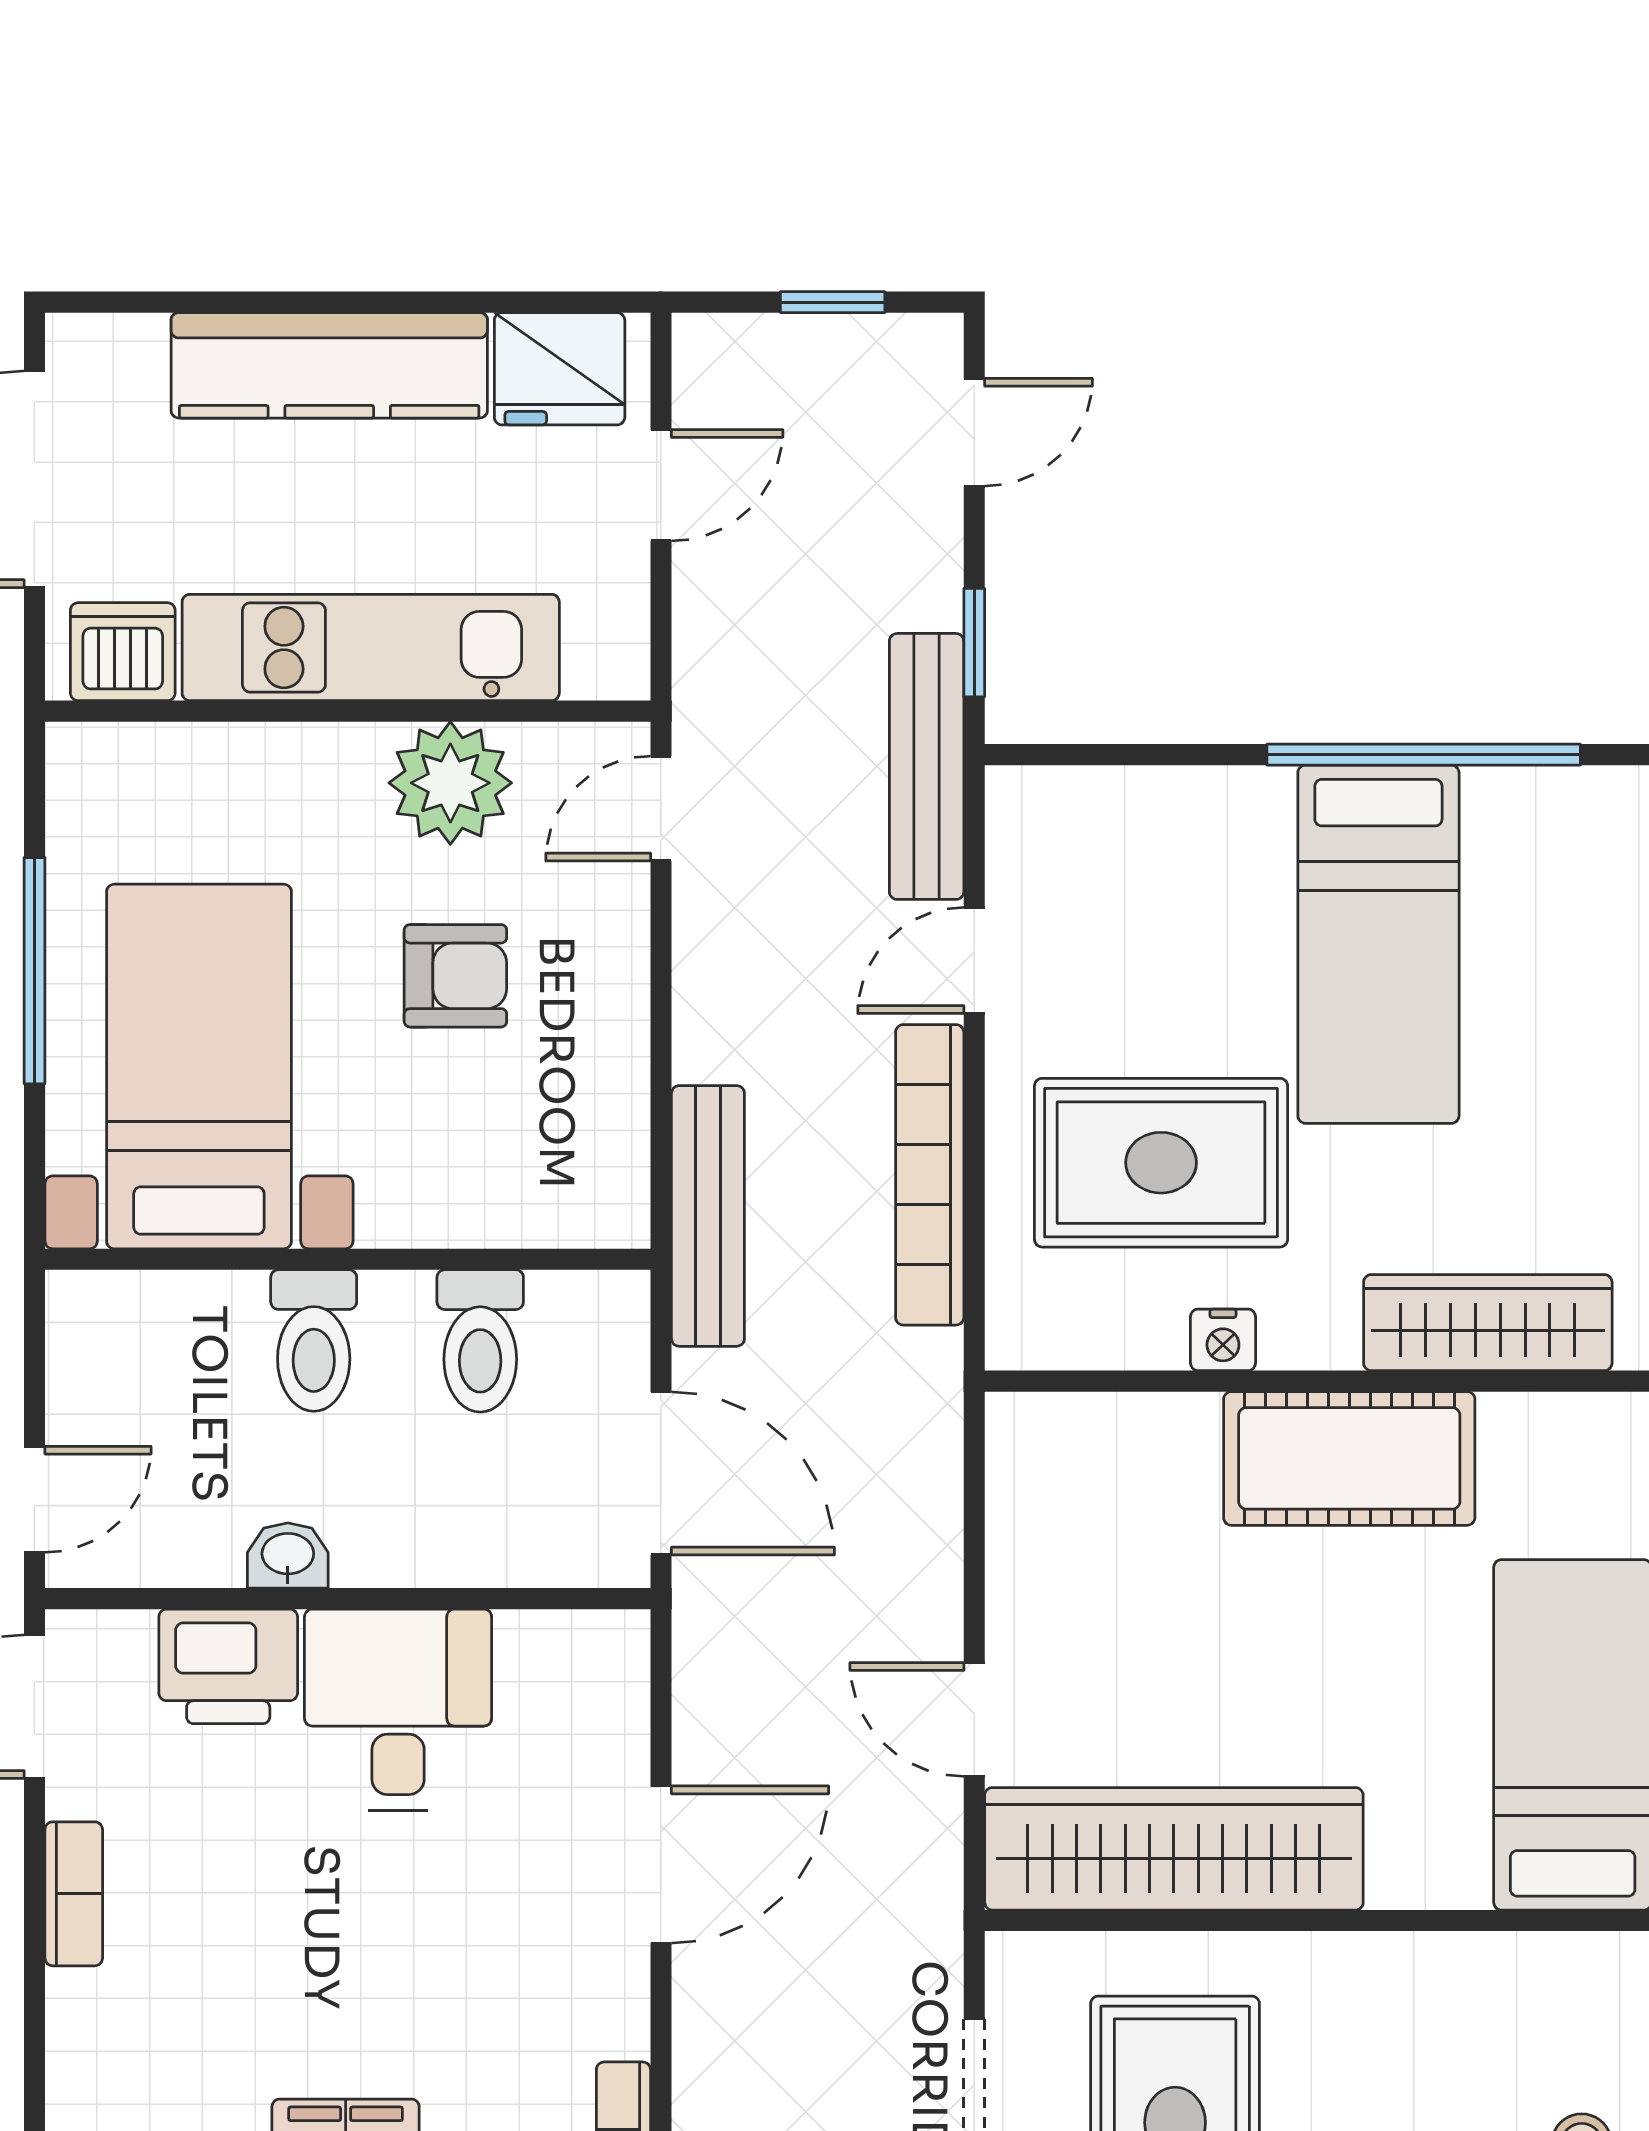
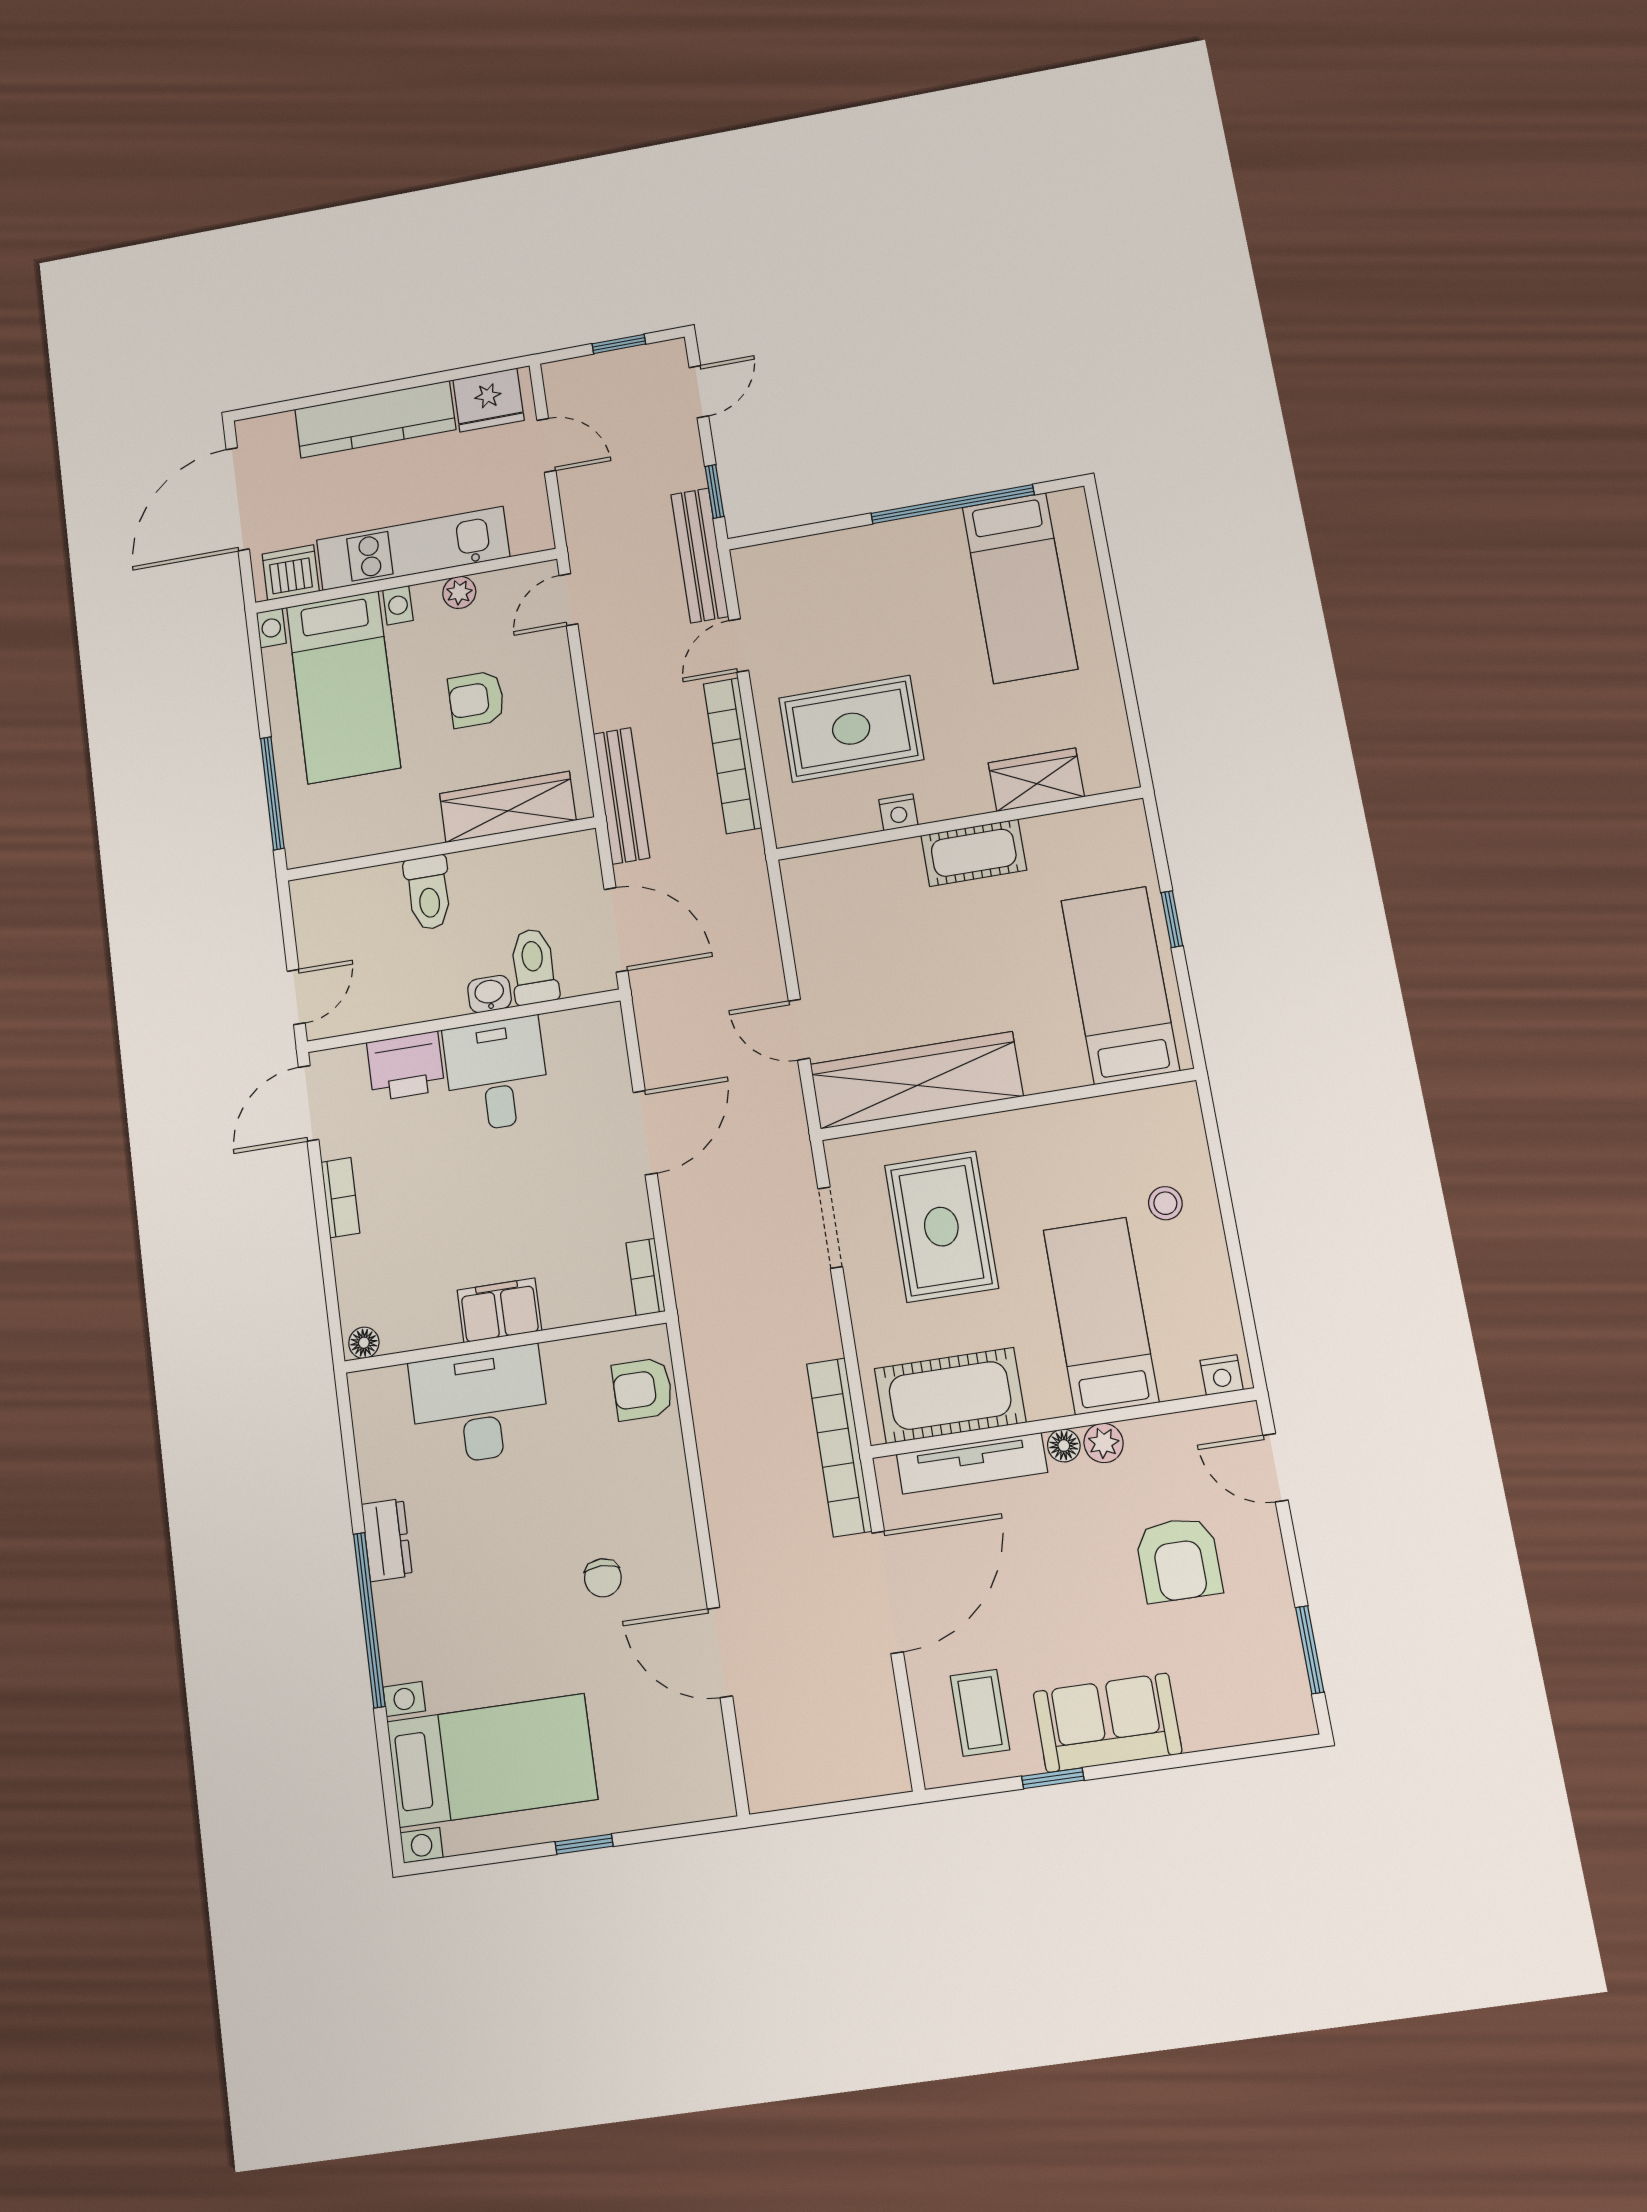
door: (661, 485) -> (546, 445), hinge flipped
plant: (450, 783) -> (459, 592), width x0.53, depth x0.53
bed: (1378, 944) -> (1020, 588), moved
window: (34, 971) -> (272, 793), moved
armchair: (455, 976) -> (476, 699), turned 180
bed with nightstands: (199, 1067) -> (343, 687), moved, turned 180
wardrobe: (488, 1199) -> (508, 807), added
wardrobe: (1488, 1323) -> (1036, 780), width x0.67
toilet: (480, 1341) -> (534, 966), moved, turned 180
cot: (1349, 1458) -> (974, 853), width x0.73, depth x0.75
washbasin: (288, 1556) -> (489, 994), moved

